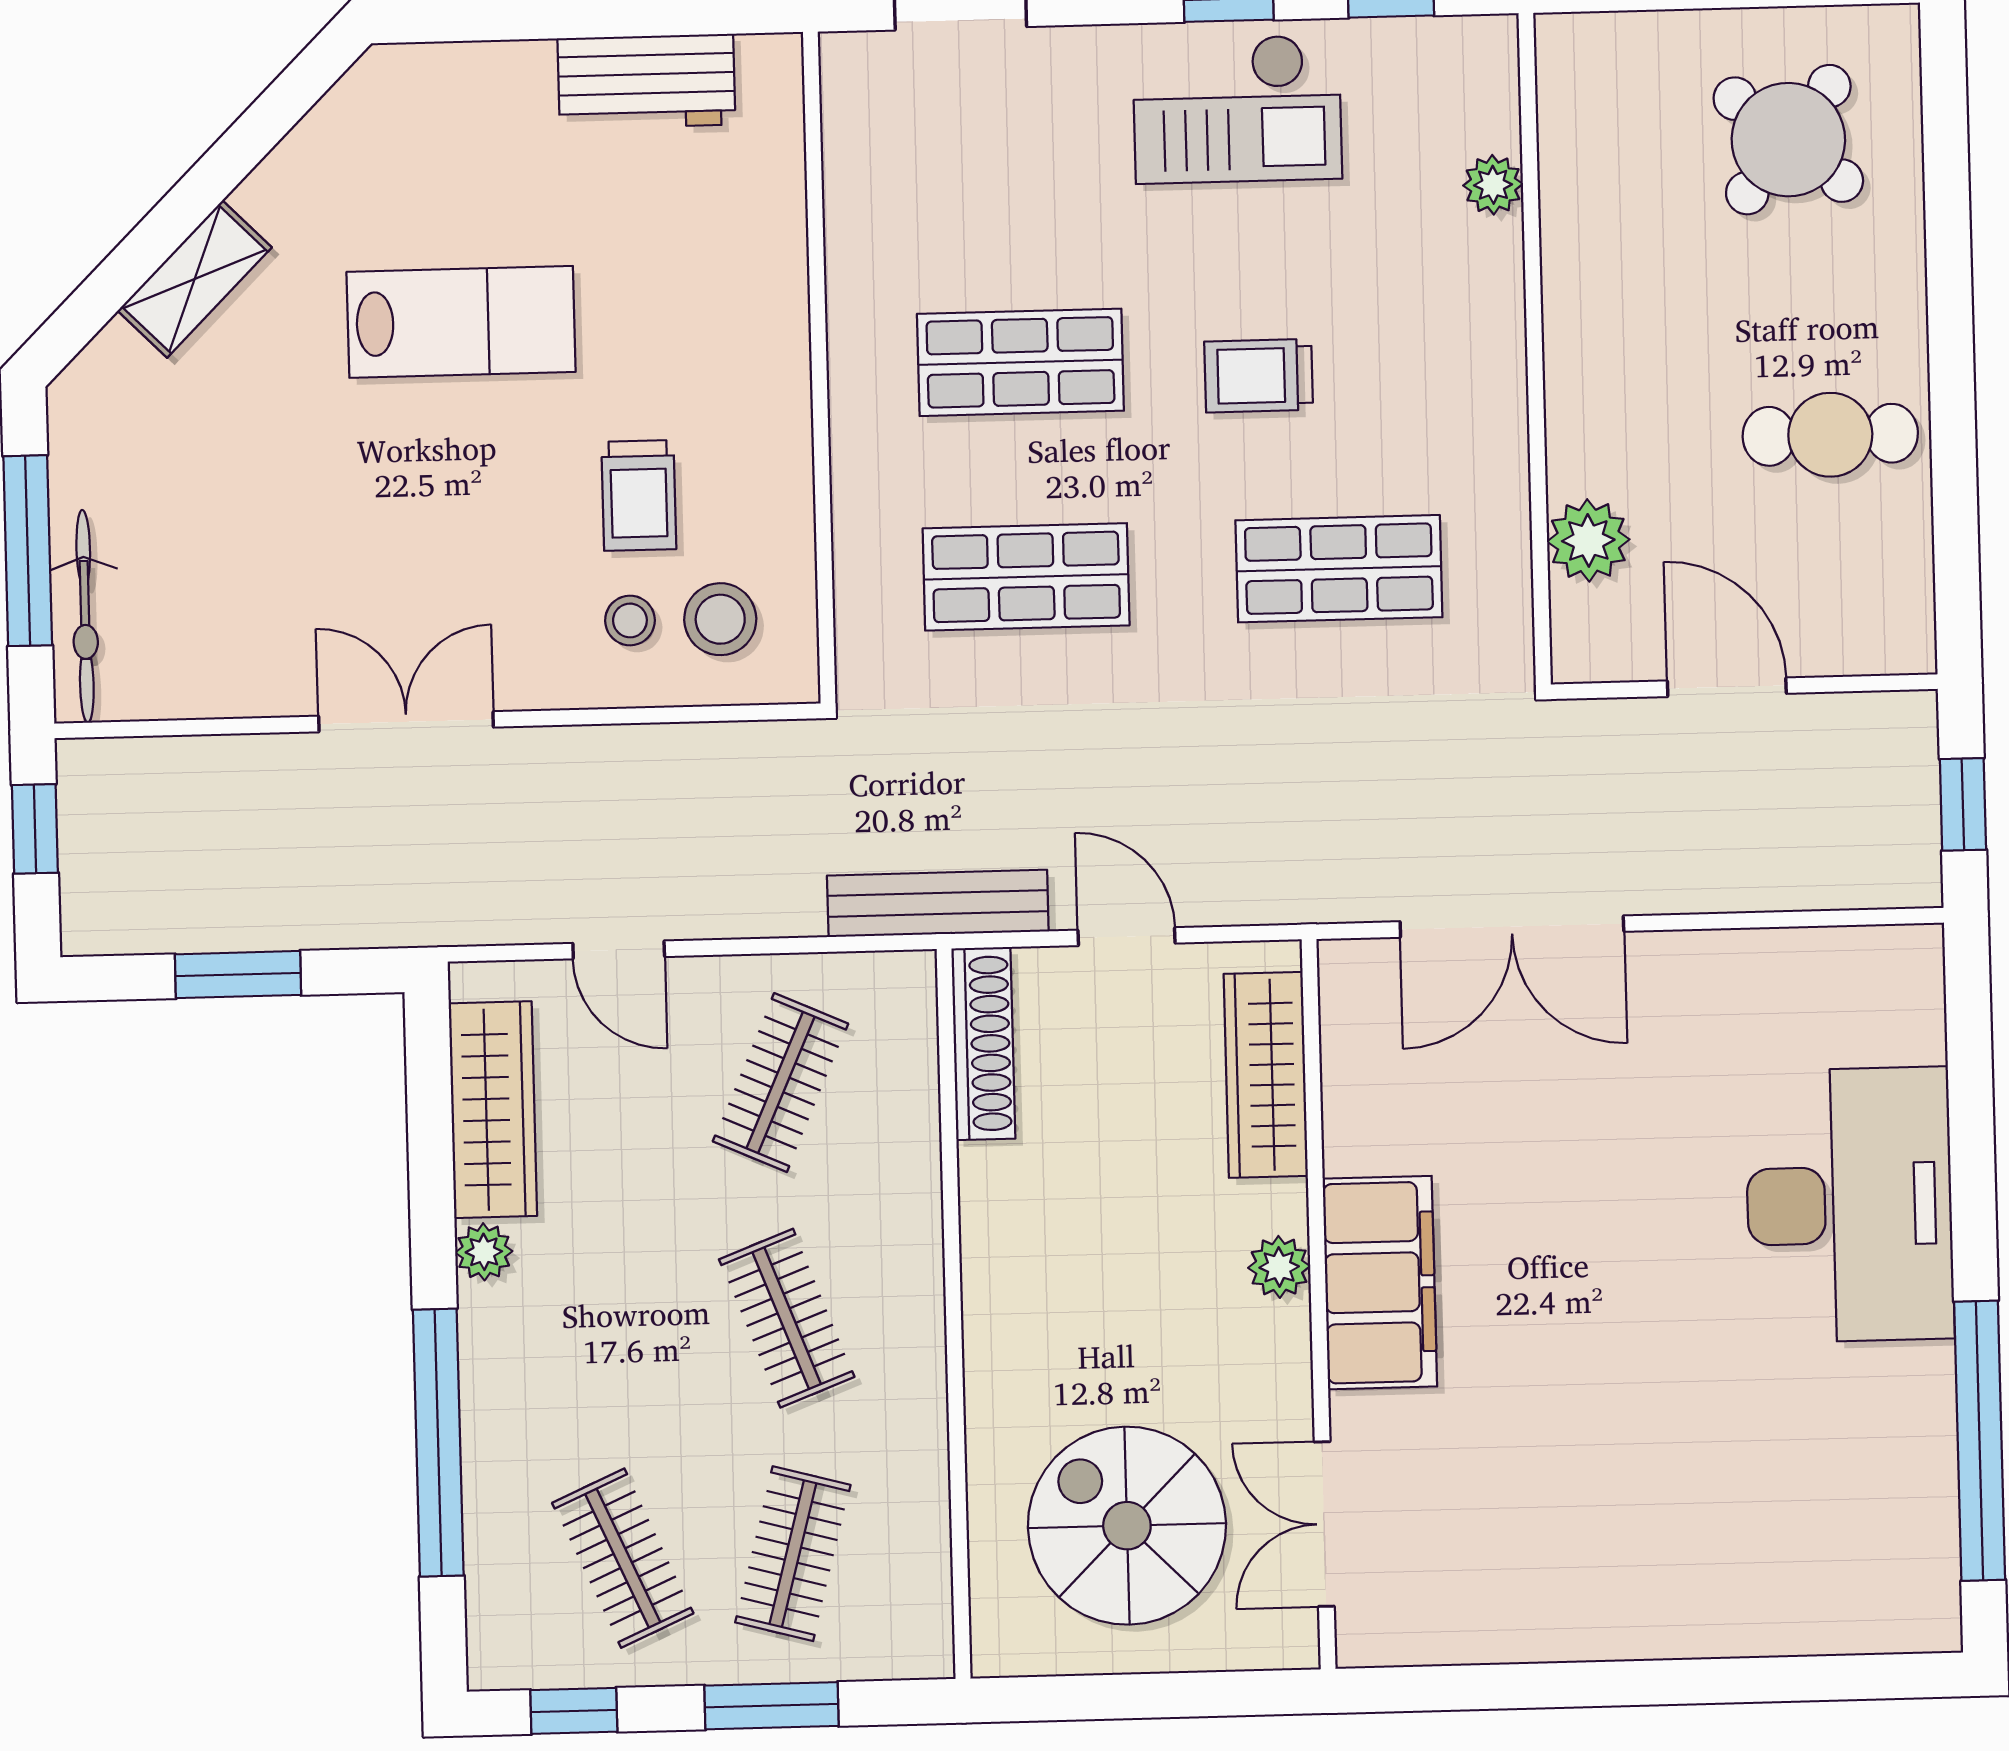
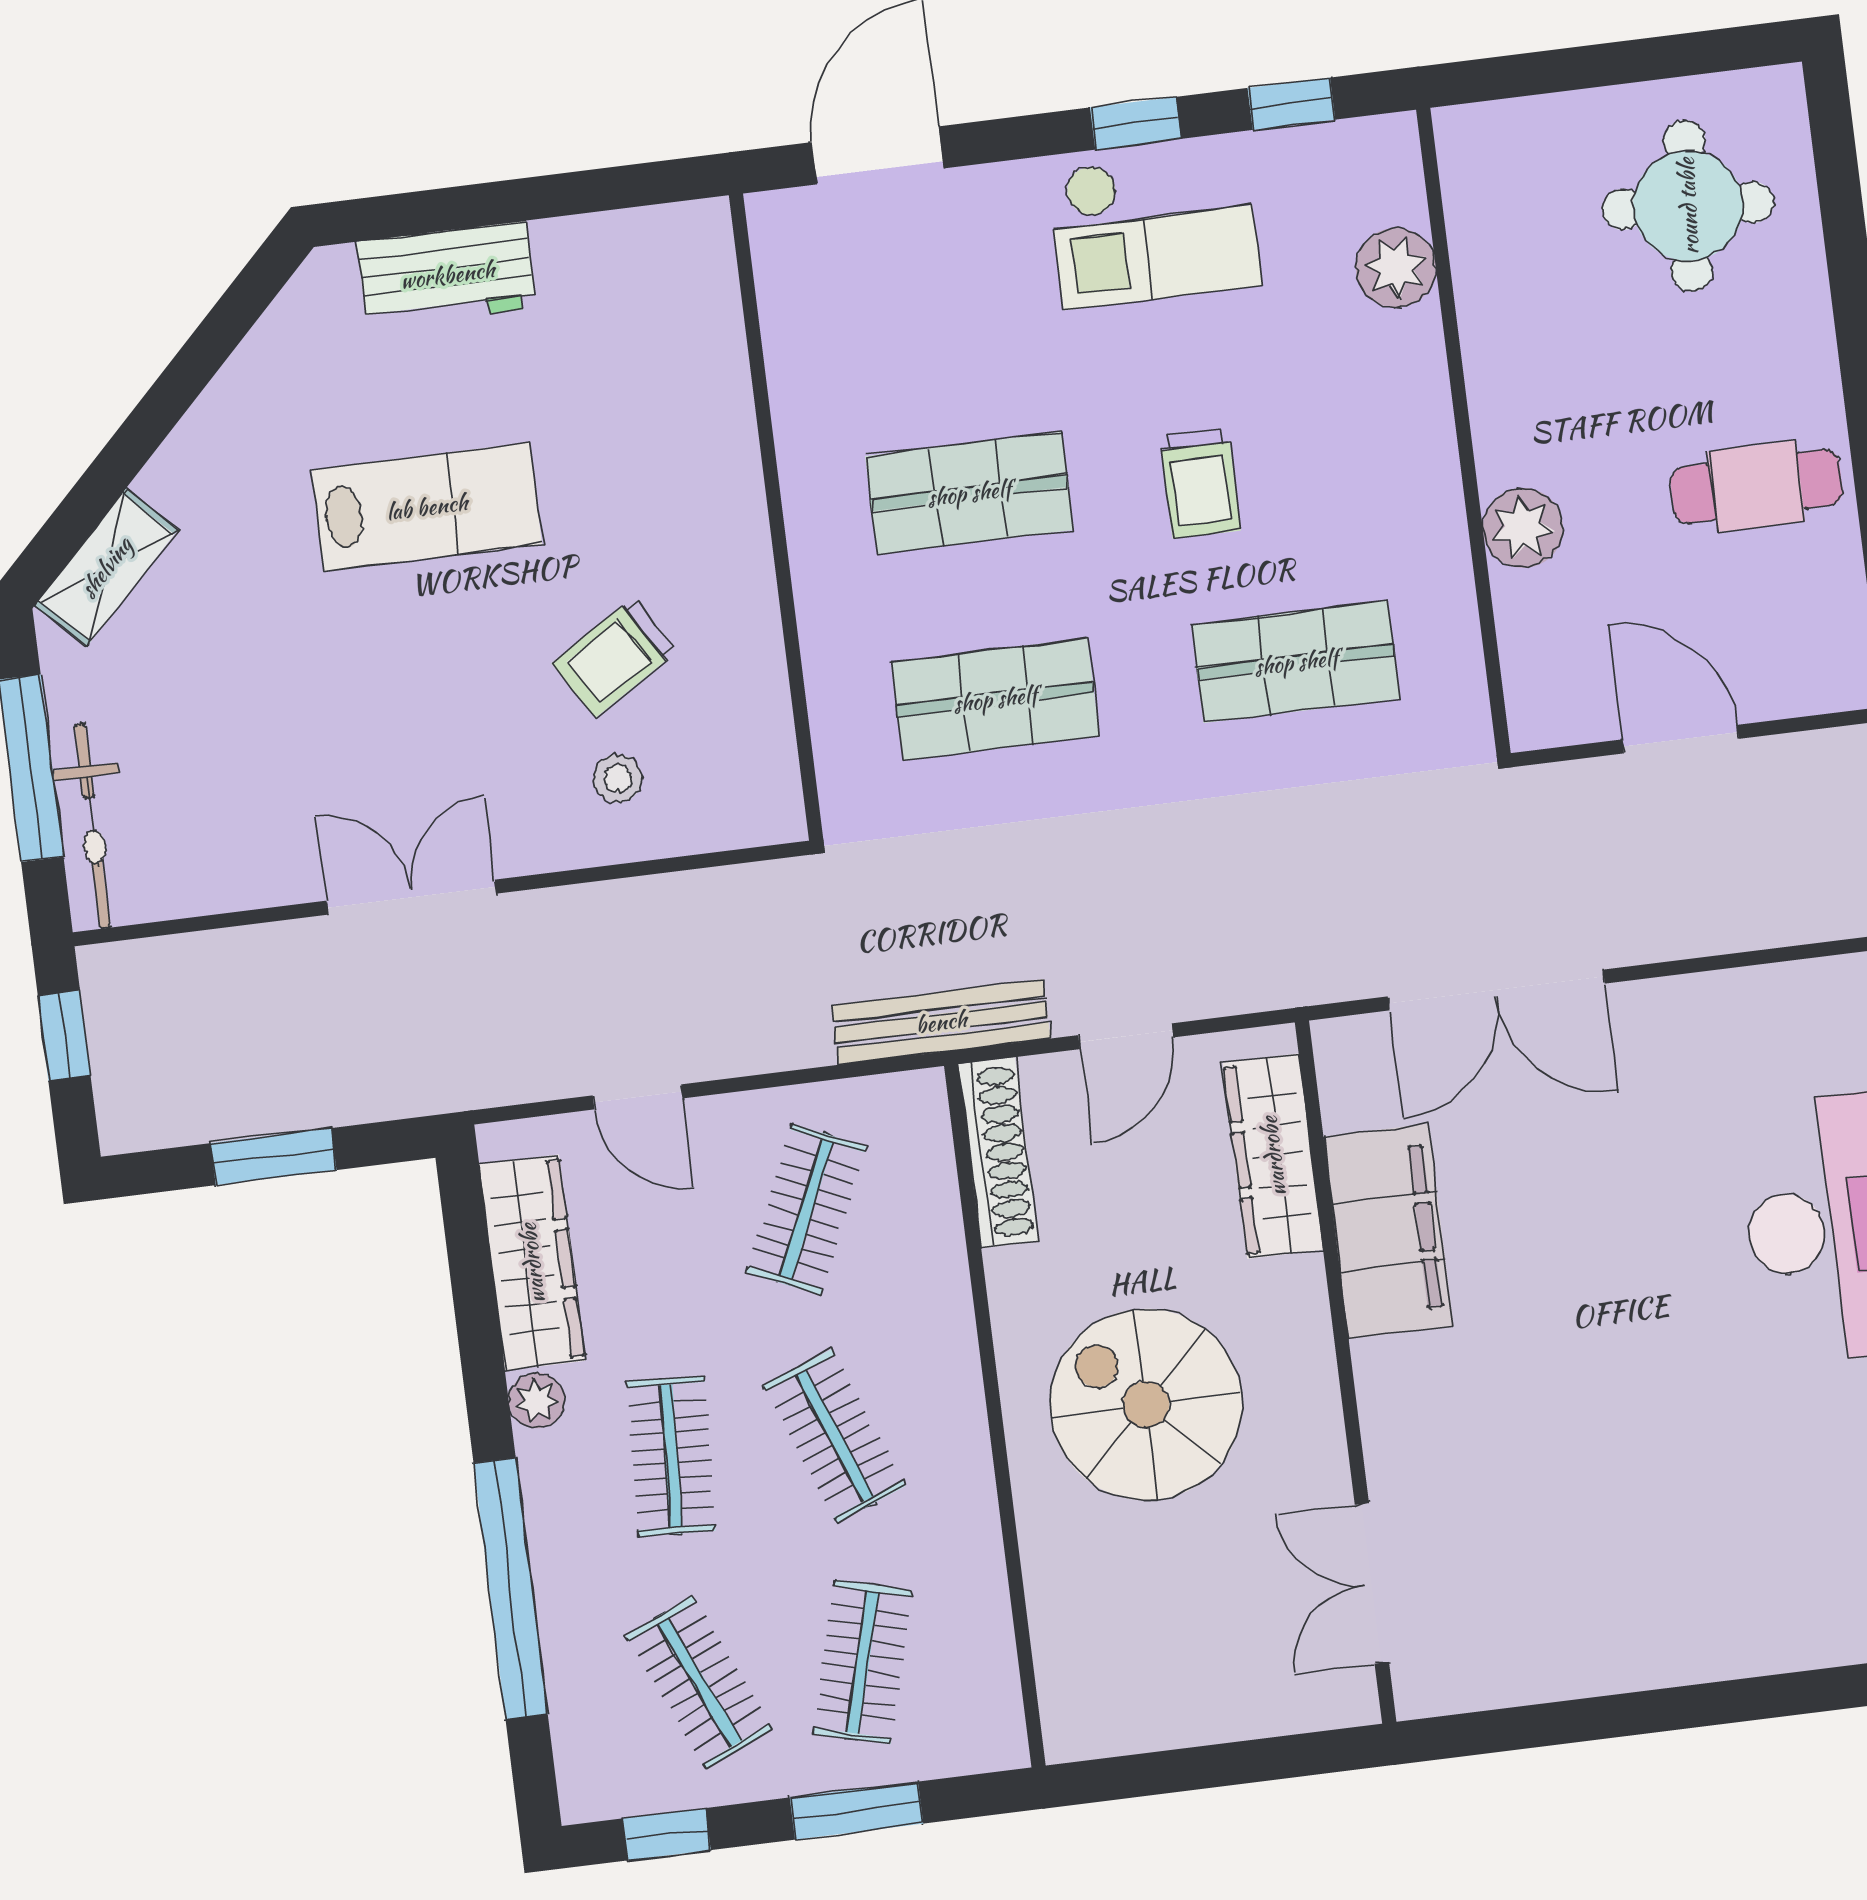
workbench: (646, 81) -> (447, 275), moved
round table: (1788, 140) -> (1688, 206), turned -35
plant: (1493, 185) -> (1396, 268), width x1.38, depth x1.38
shelving: (195, 279) -> (106, 567), moved
trolley: (1259, 376) -> (1200, 483), turned -90
trolley: (639, 496) -> (614, 657), turned 58
plant: (1588, 540) -> (1523, 528), moved
stool: (720, 619) -> (705, 769), removed
door: (1126, 937) -> (1126, 1036), swing flipped
plant: (1279, 1267) -> (1304, 1340), removed
filing cabinet: (1380, 1283) -> (1388, 1231), moved
clothes rail: (617, 1323) -> (671, 1456), added
spiral stairs: (1127, 1526) -> (1146, 1404), moved

